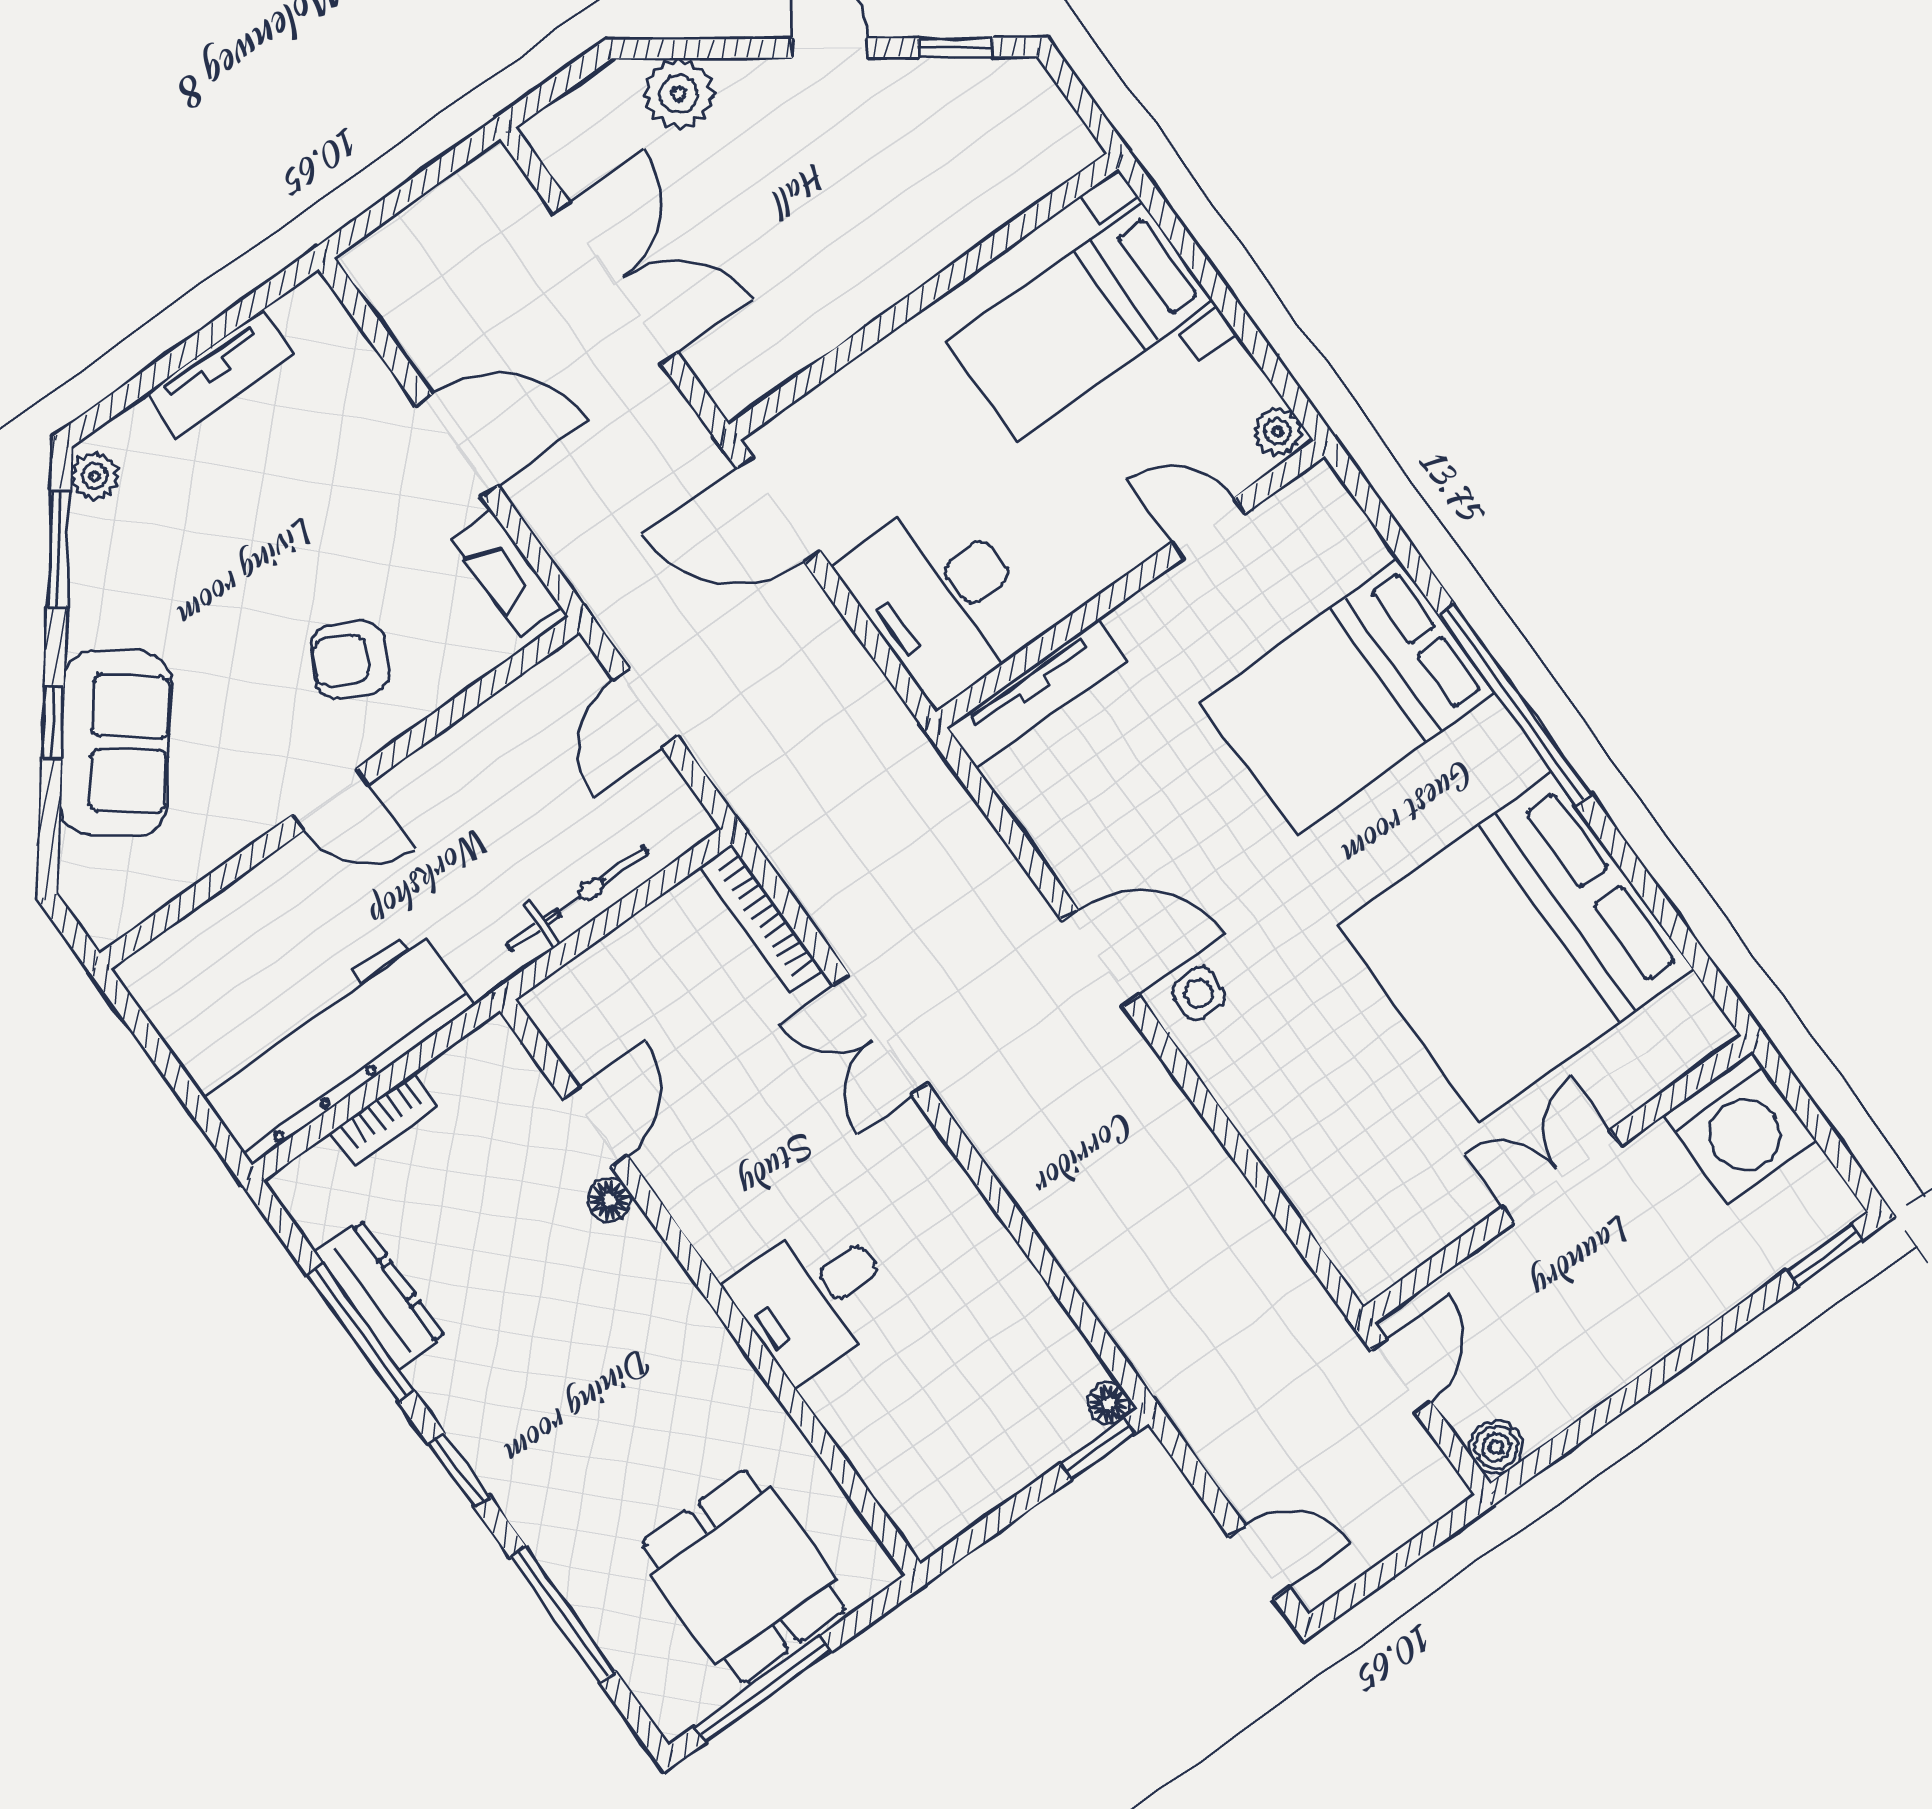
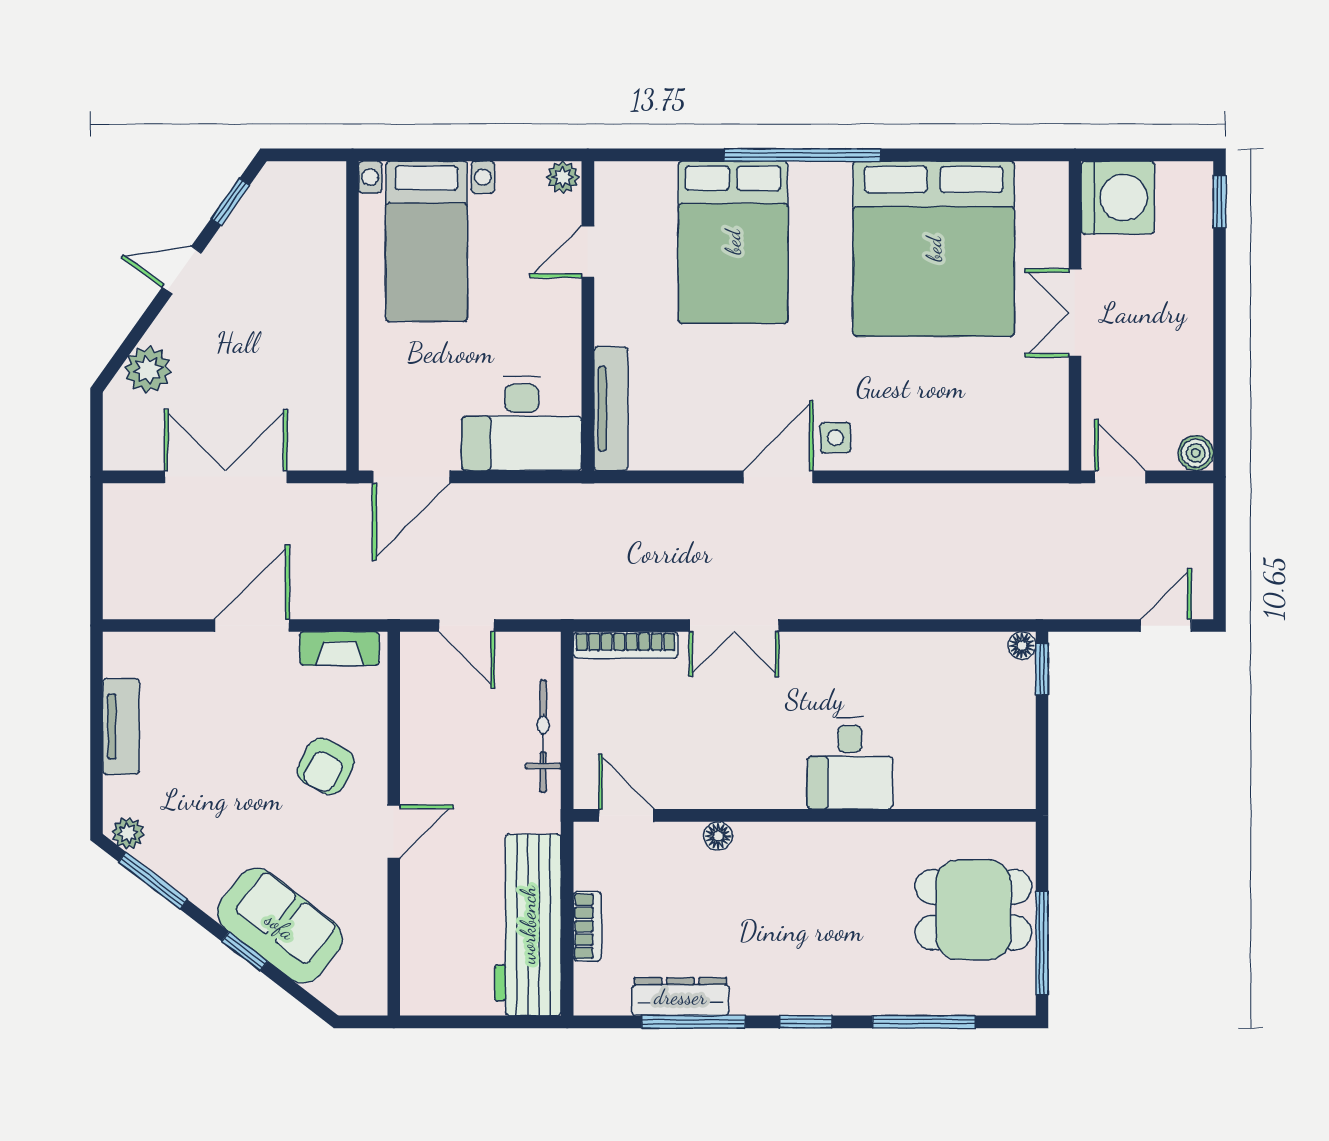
door: (595, 1127) -> (626, 815), moved

